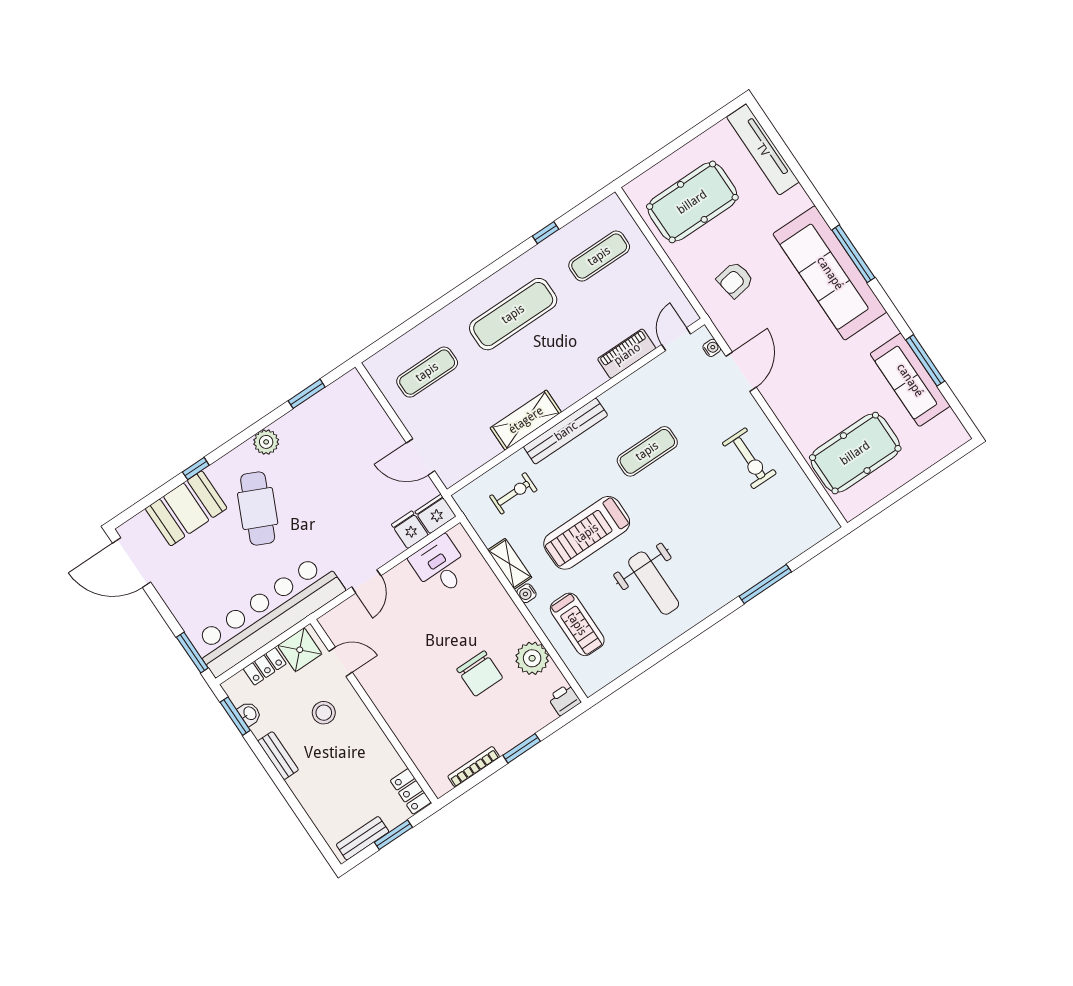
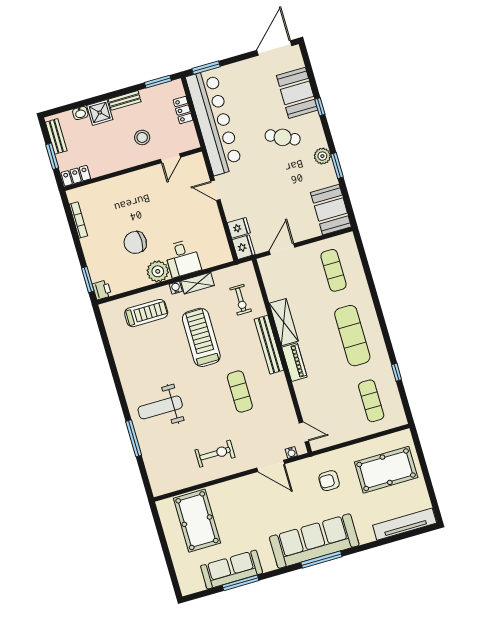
pool table: (692, 202) -> (386, 470), turned 90
armchair: (735, 280) -> (329, 481), turned -81
piano: (627, 354) -> (294, 362), moved
window: (307, 394) -> (337, 166), moved
booth: (340, 404) -> (331, 210), added
exercise bike: (749, 458) -> (215, 454), turned 180
cafe table: (258, 508) -> (283, 137), width x0.73, depth x0.74
desk: (440, 566) -> (182, 258), moved, turned 90
weight bench: (654, 583) -> (160, 407), moved
treadmill: (577, 624) -> (146, 313), turned 180
shower: (300, 650) -> (100, 112), moved
plant: (532, 658) -> (158, 271), moved
washbasin: (250, 714) -> (80, 113), moved
window: (522, 748) -> (88, 280), moved

